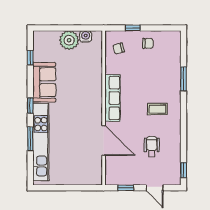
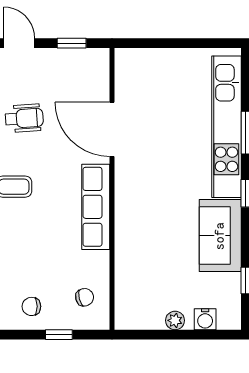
water cooler: (86, 36) -> (205, 319), moved
plant: (69, 40) -> (175, 320), width x0.53, depth x0.53
wheelchair: (152, 147) -> (24, 118), turned -94

